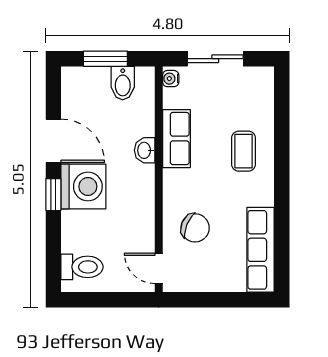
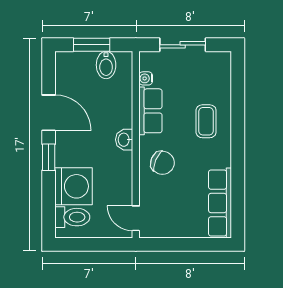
water cooler: (171, 79) -> (146, 78), moved
washbasin: (145, 150) -> (124, 140), moved
washing machine: (83, 186) -> (73, 186), moved
chair: (195, 228) -> (162, 163), moved

